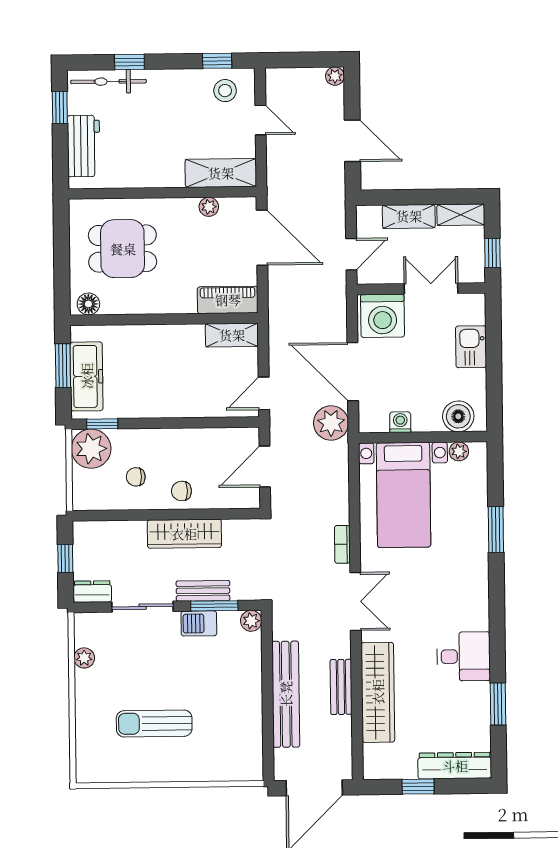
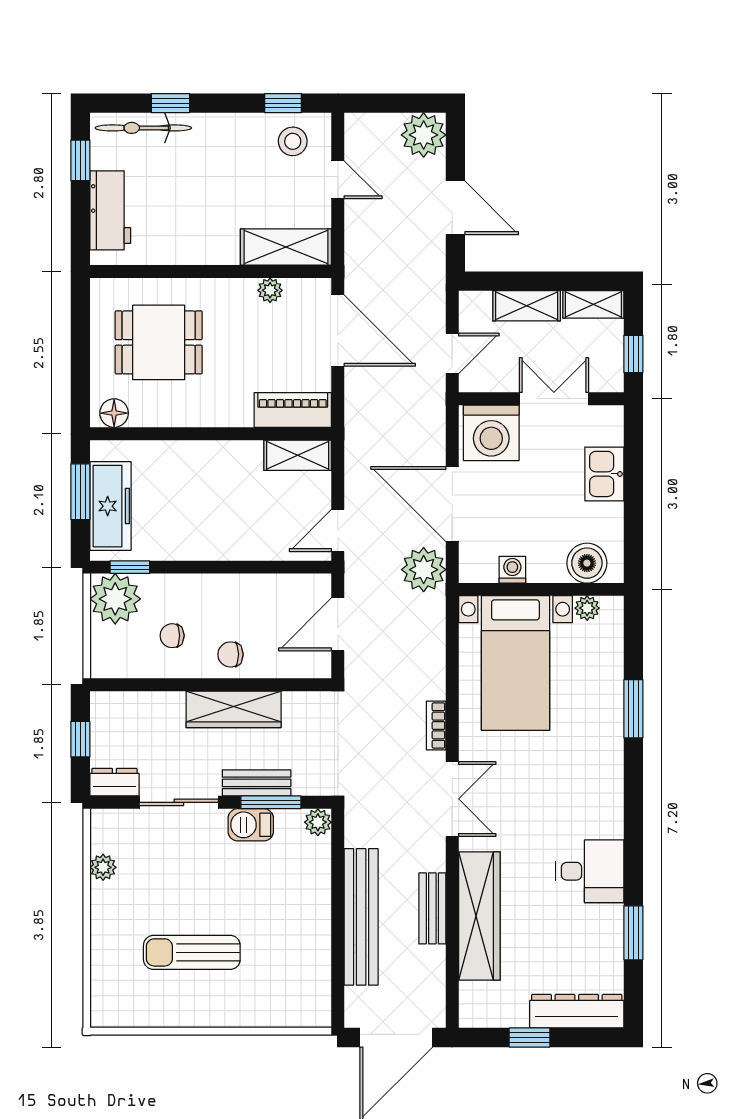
plant: (335, 76) -> (424, 135), width x1.88, depth x1.88

